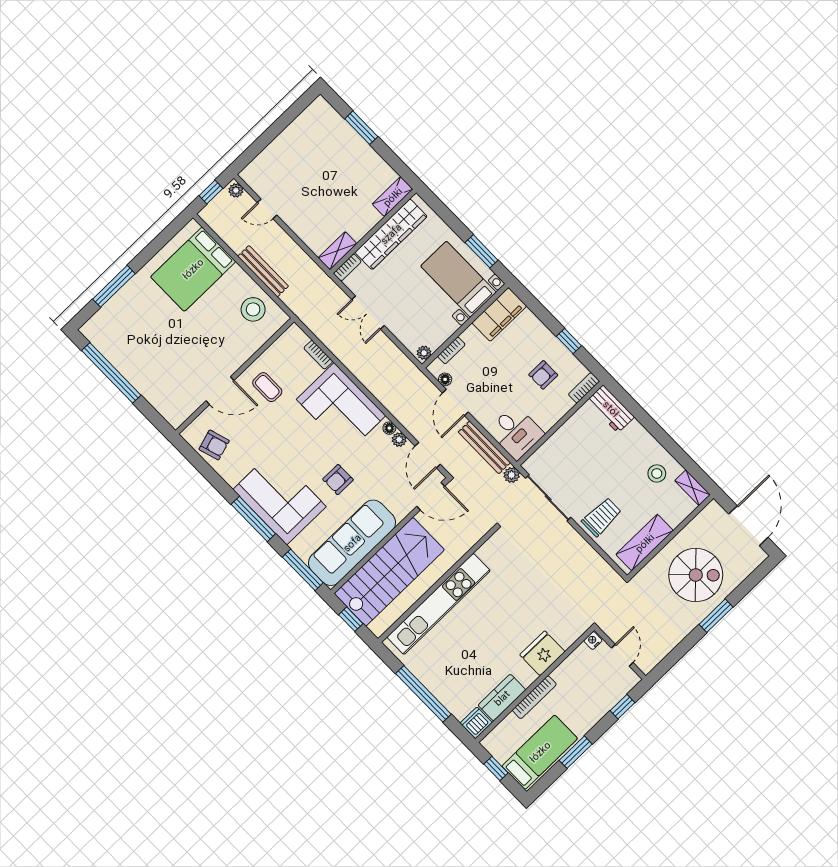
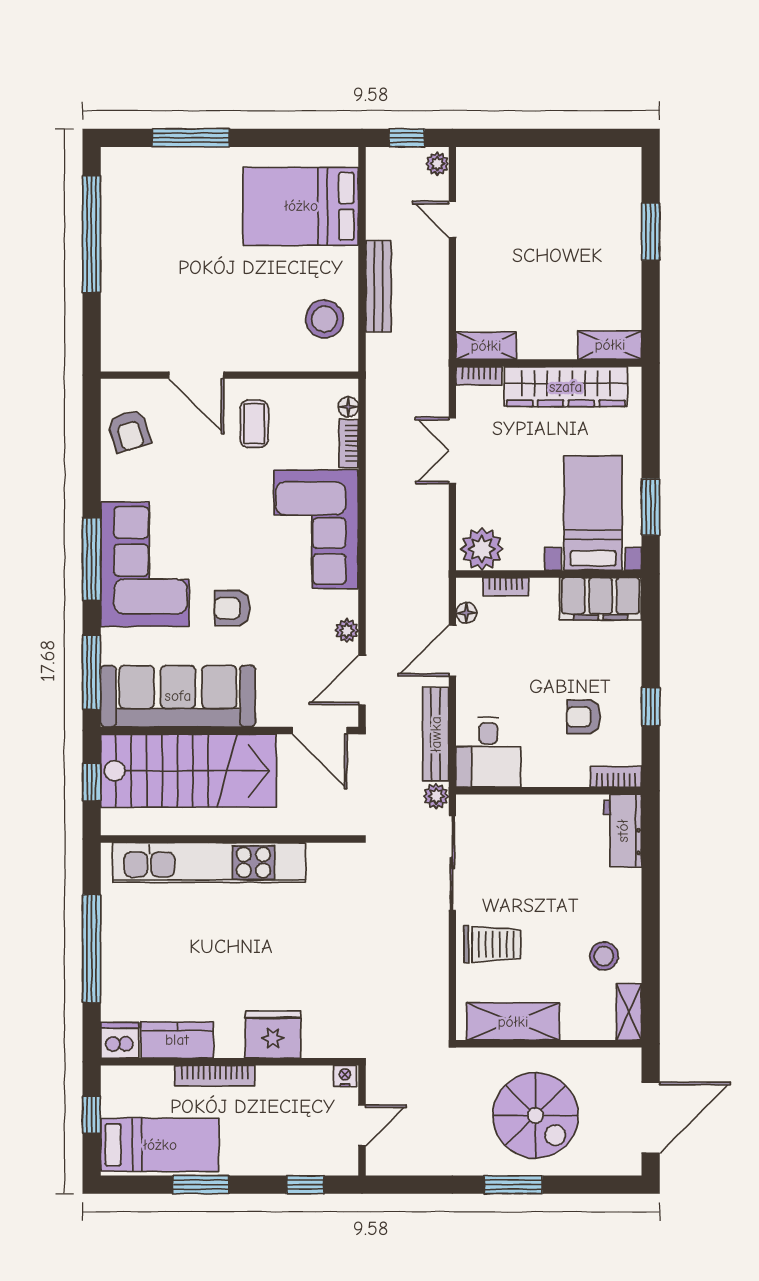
plant: (424, 353) -> (482, 549), width x1.88, depth x1.88
floor lamp: (389, 428) -> (348, 407), moved

